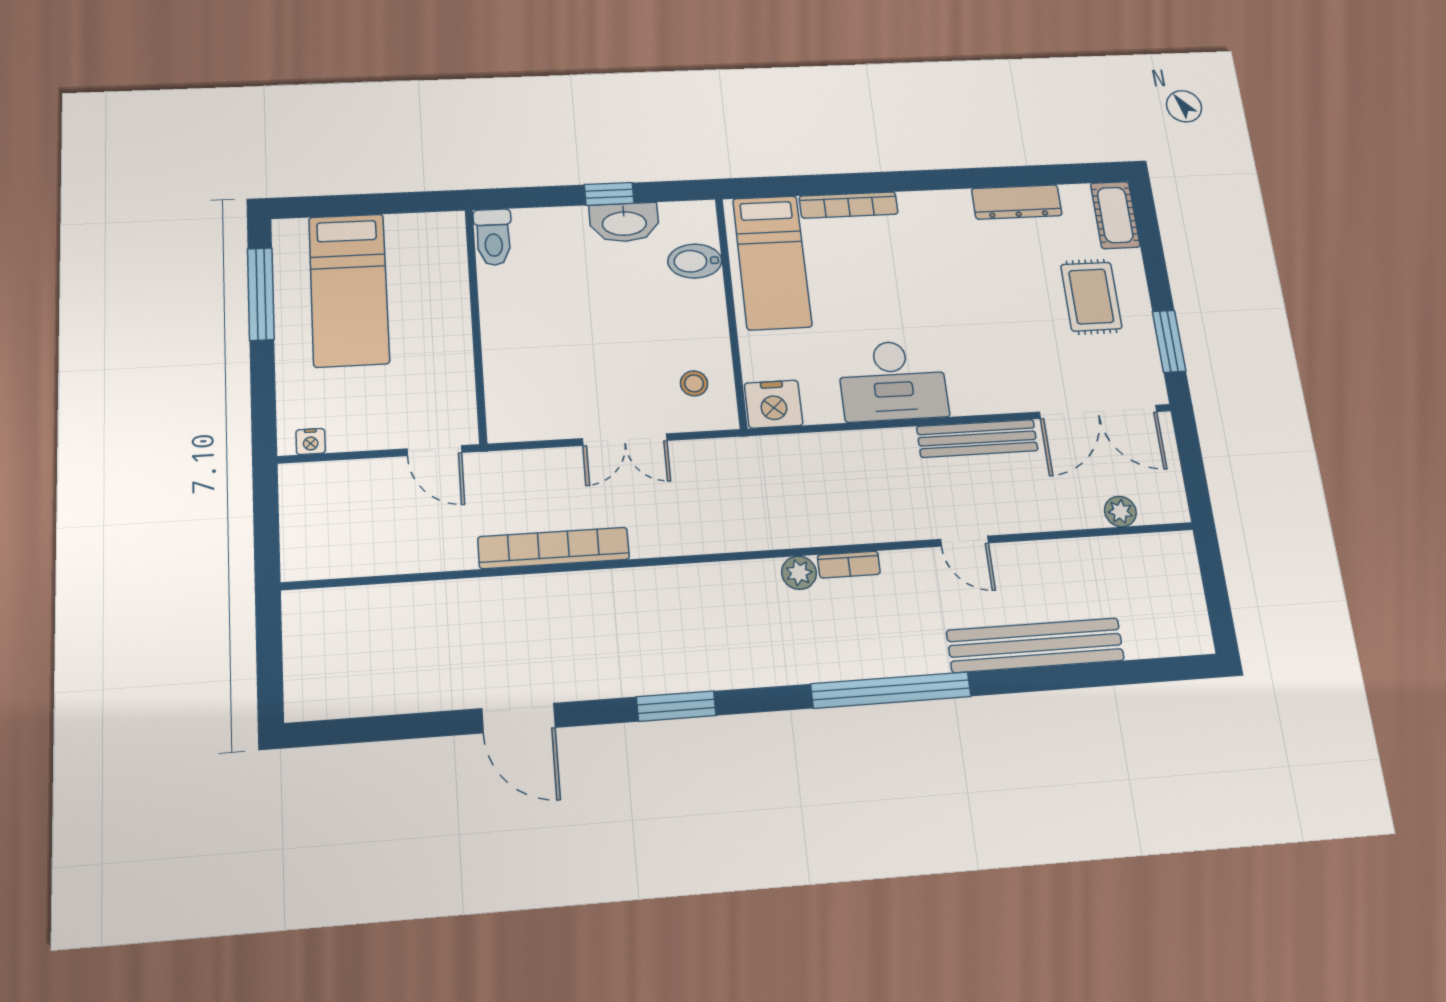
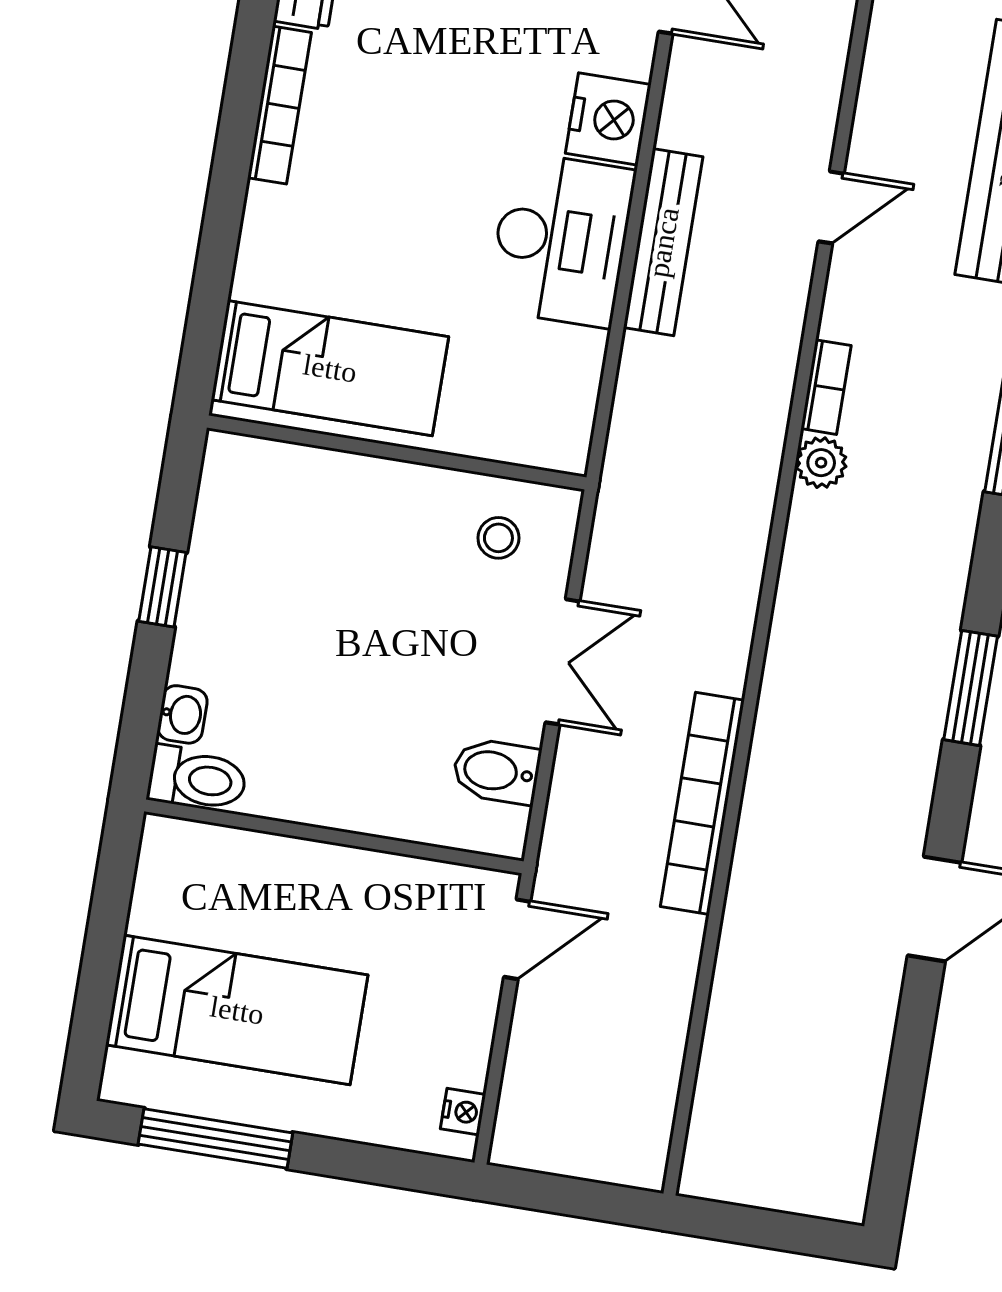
bookcase: (849, 205) -> (279, 105), moved
washbasin: (624, 222) -> (182, 714), moved, width x0.52, depth x0.69
bidet: (695, 261) -> (496, 771), moved, turned 90
nightstand: (774, 404) -> (608, 119), moved
bench: (977, 438) -> (663, 242), moved

